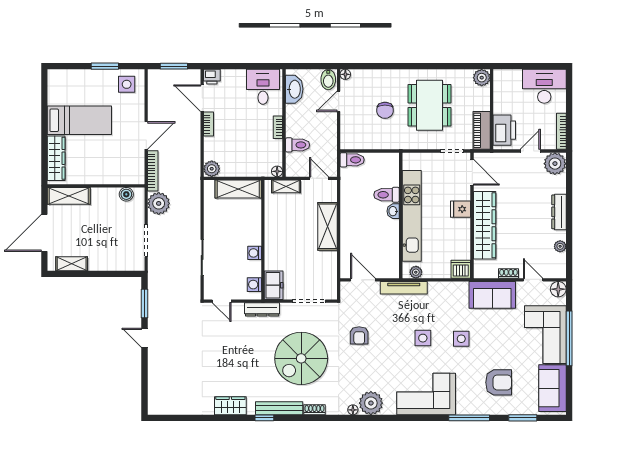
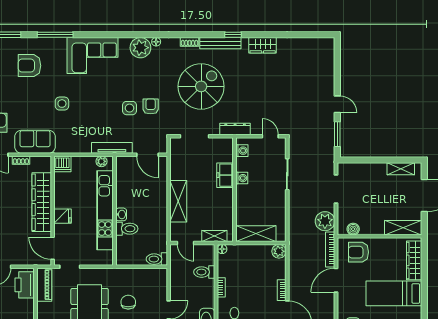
armchair: (120, 168) -> (358, 252), added
freezer: (274, 285) -> (225, 175), moved
side table: (423, 338) -> (130, 108), moved

